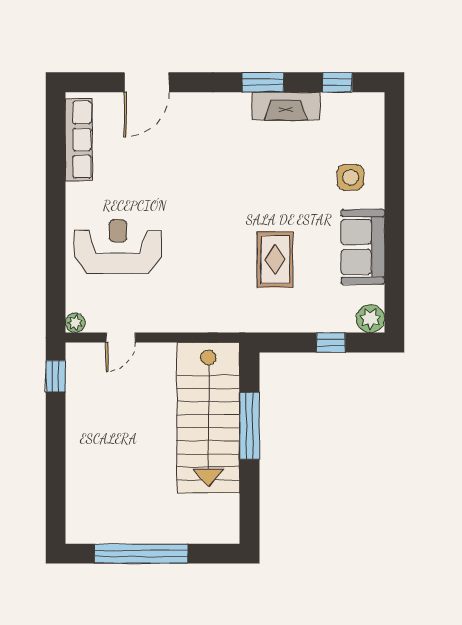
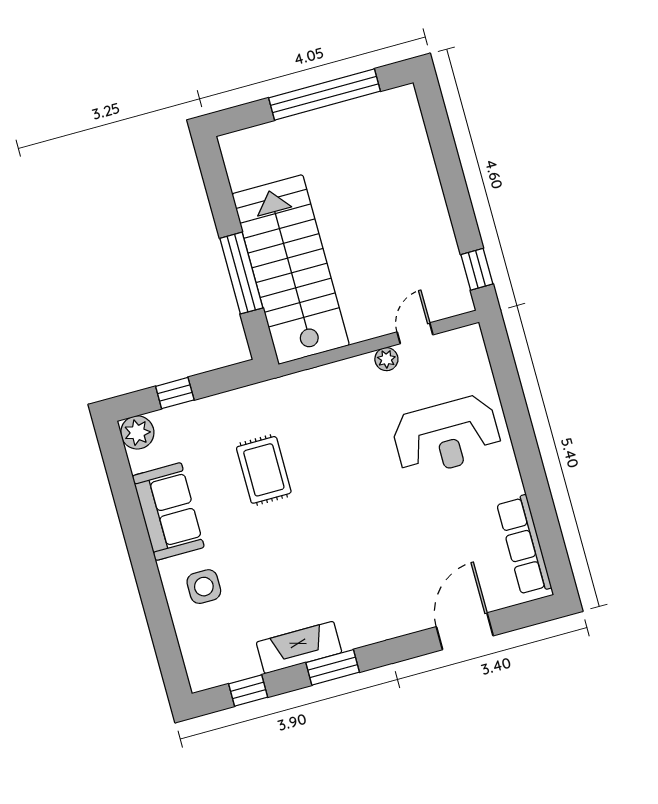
plant: (75, 323) -> (386, 359), moved

